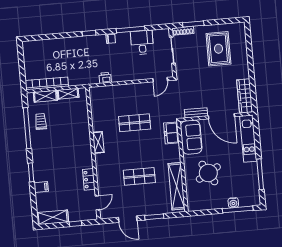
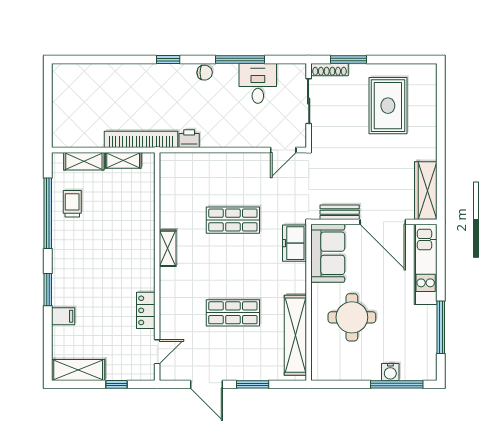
bookcase: (47, 83) -> (141, 139), moved
round table: (208, 173) -> (352, 317), turned 30

